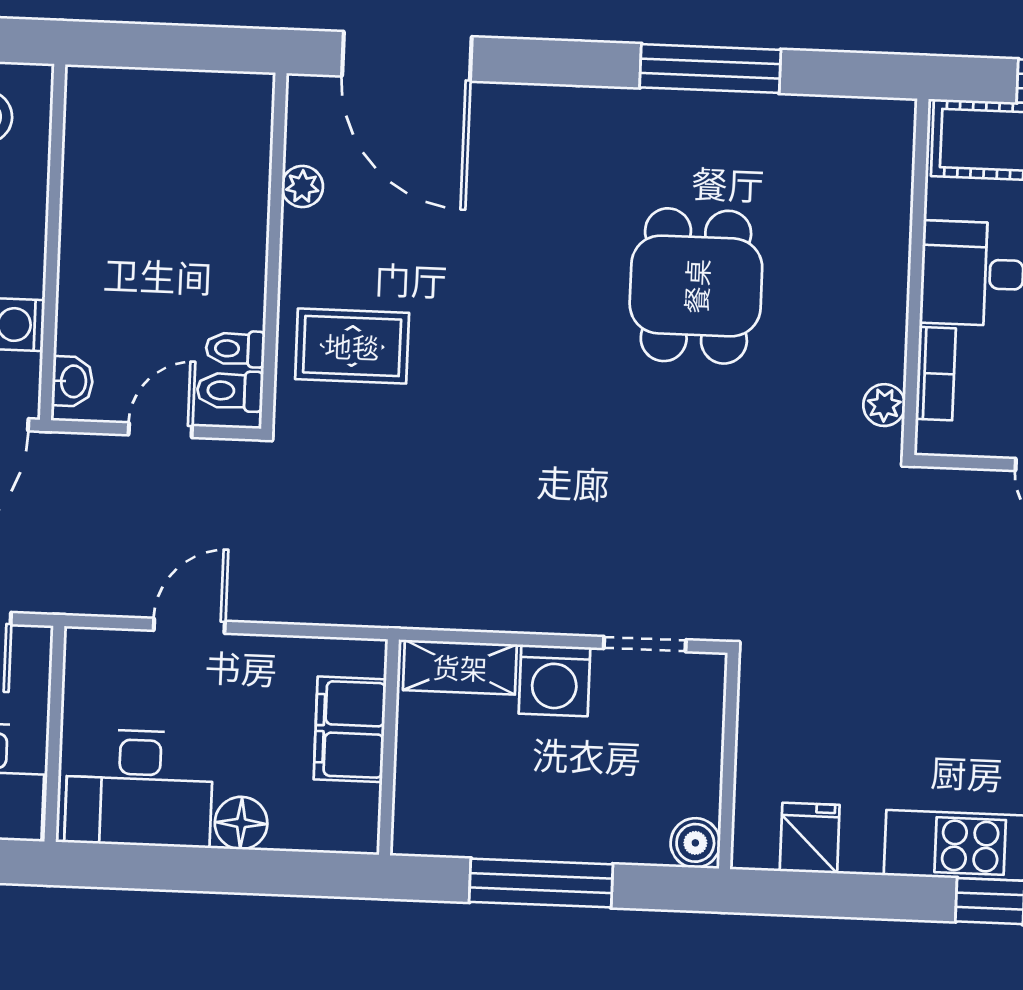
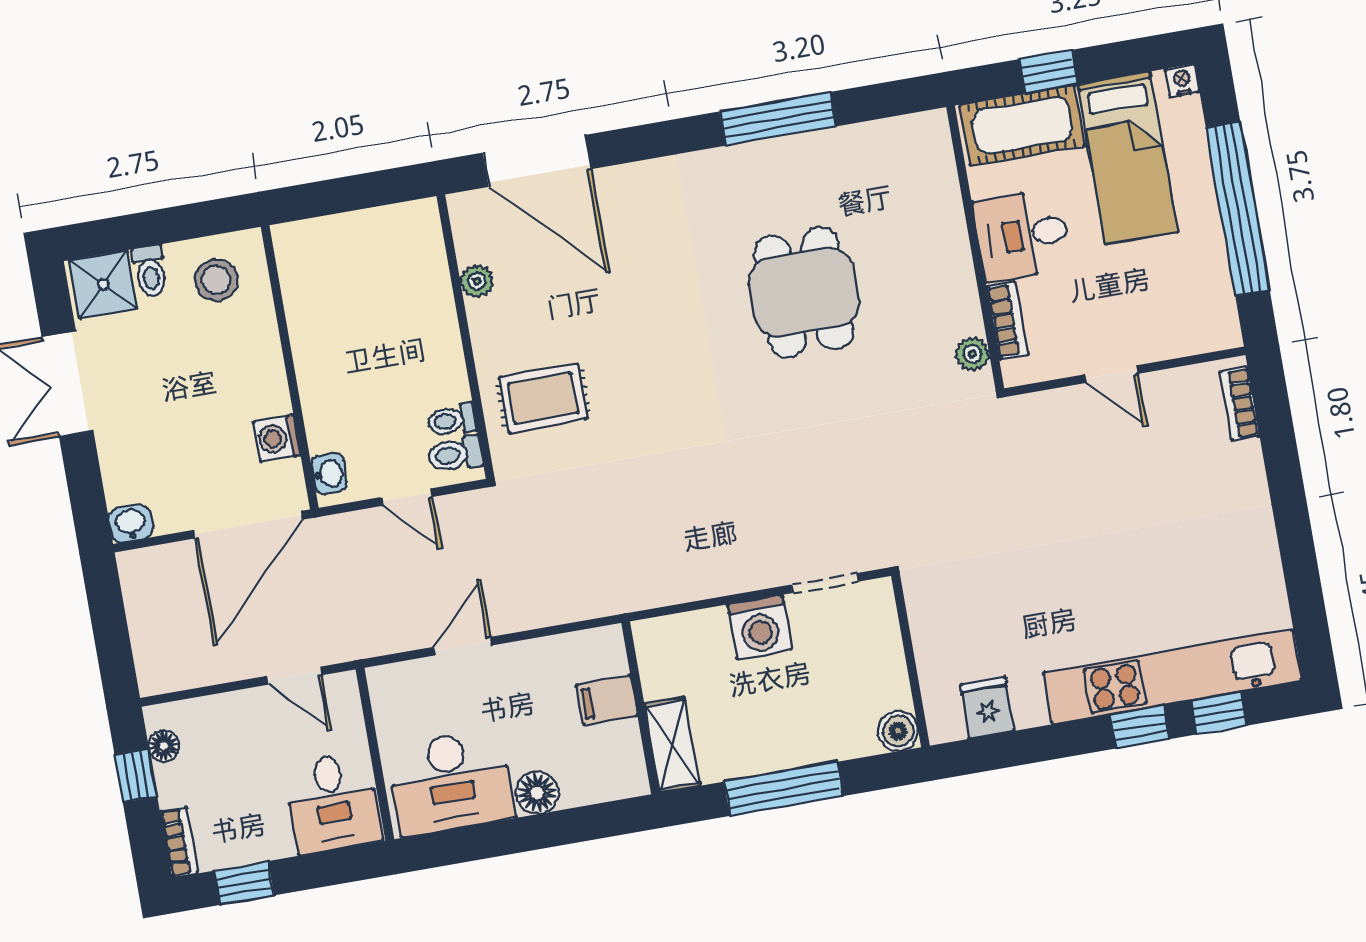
door: (160, 430) -> (407, 497), swing flipped
shelving: (460, 667) -> (672, 745), moved, turned 90
filing cabinet: (350, 729) -> (607, 700), width x0.50

